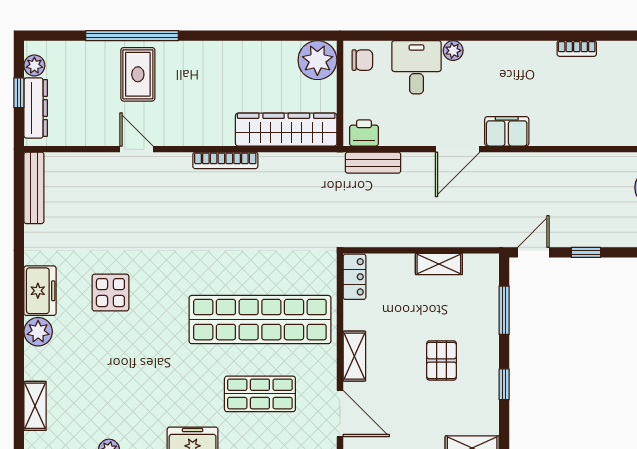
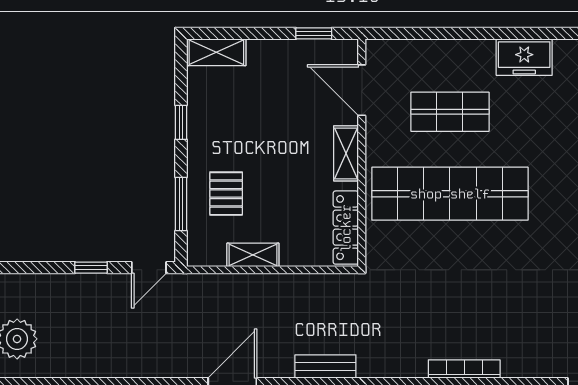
bookcase: (225, 160) -> (464, 369), moved
locker: (354, 277) -> (346, 228), width x1.53
pallet: (441, 360) -> (226, 194), moved

